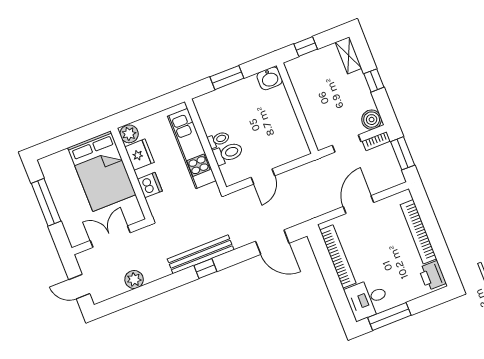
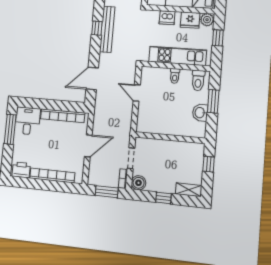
washbasin: (270, 78) -> (200, 113), moved
window: (146, 110) -> (218, 38), added
toilet: (228, 153) -> (198, 80), moved
door: (359, 205) -> (88, 146), hinge flipped

